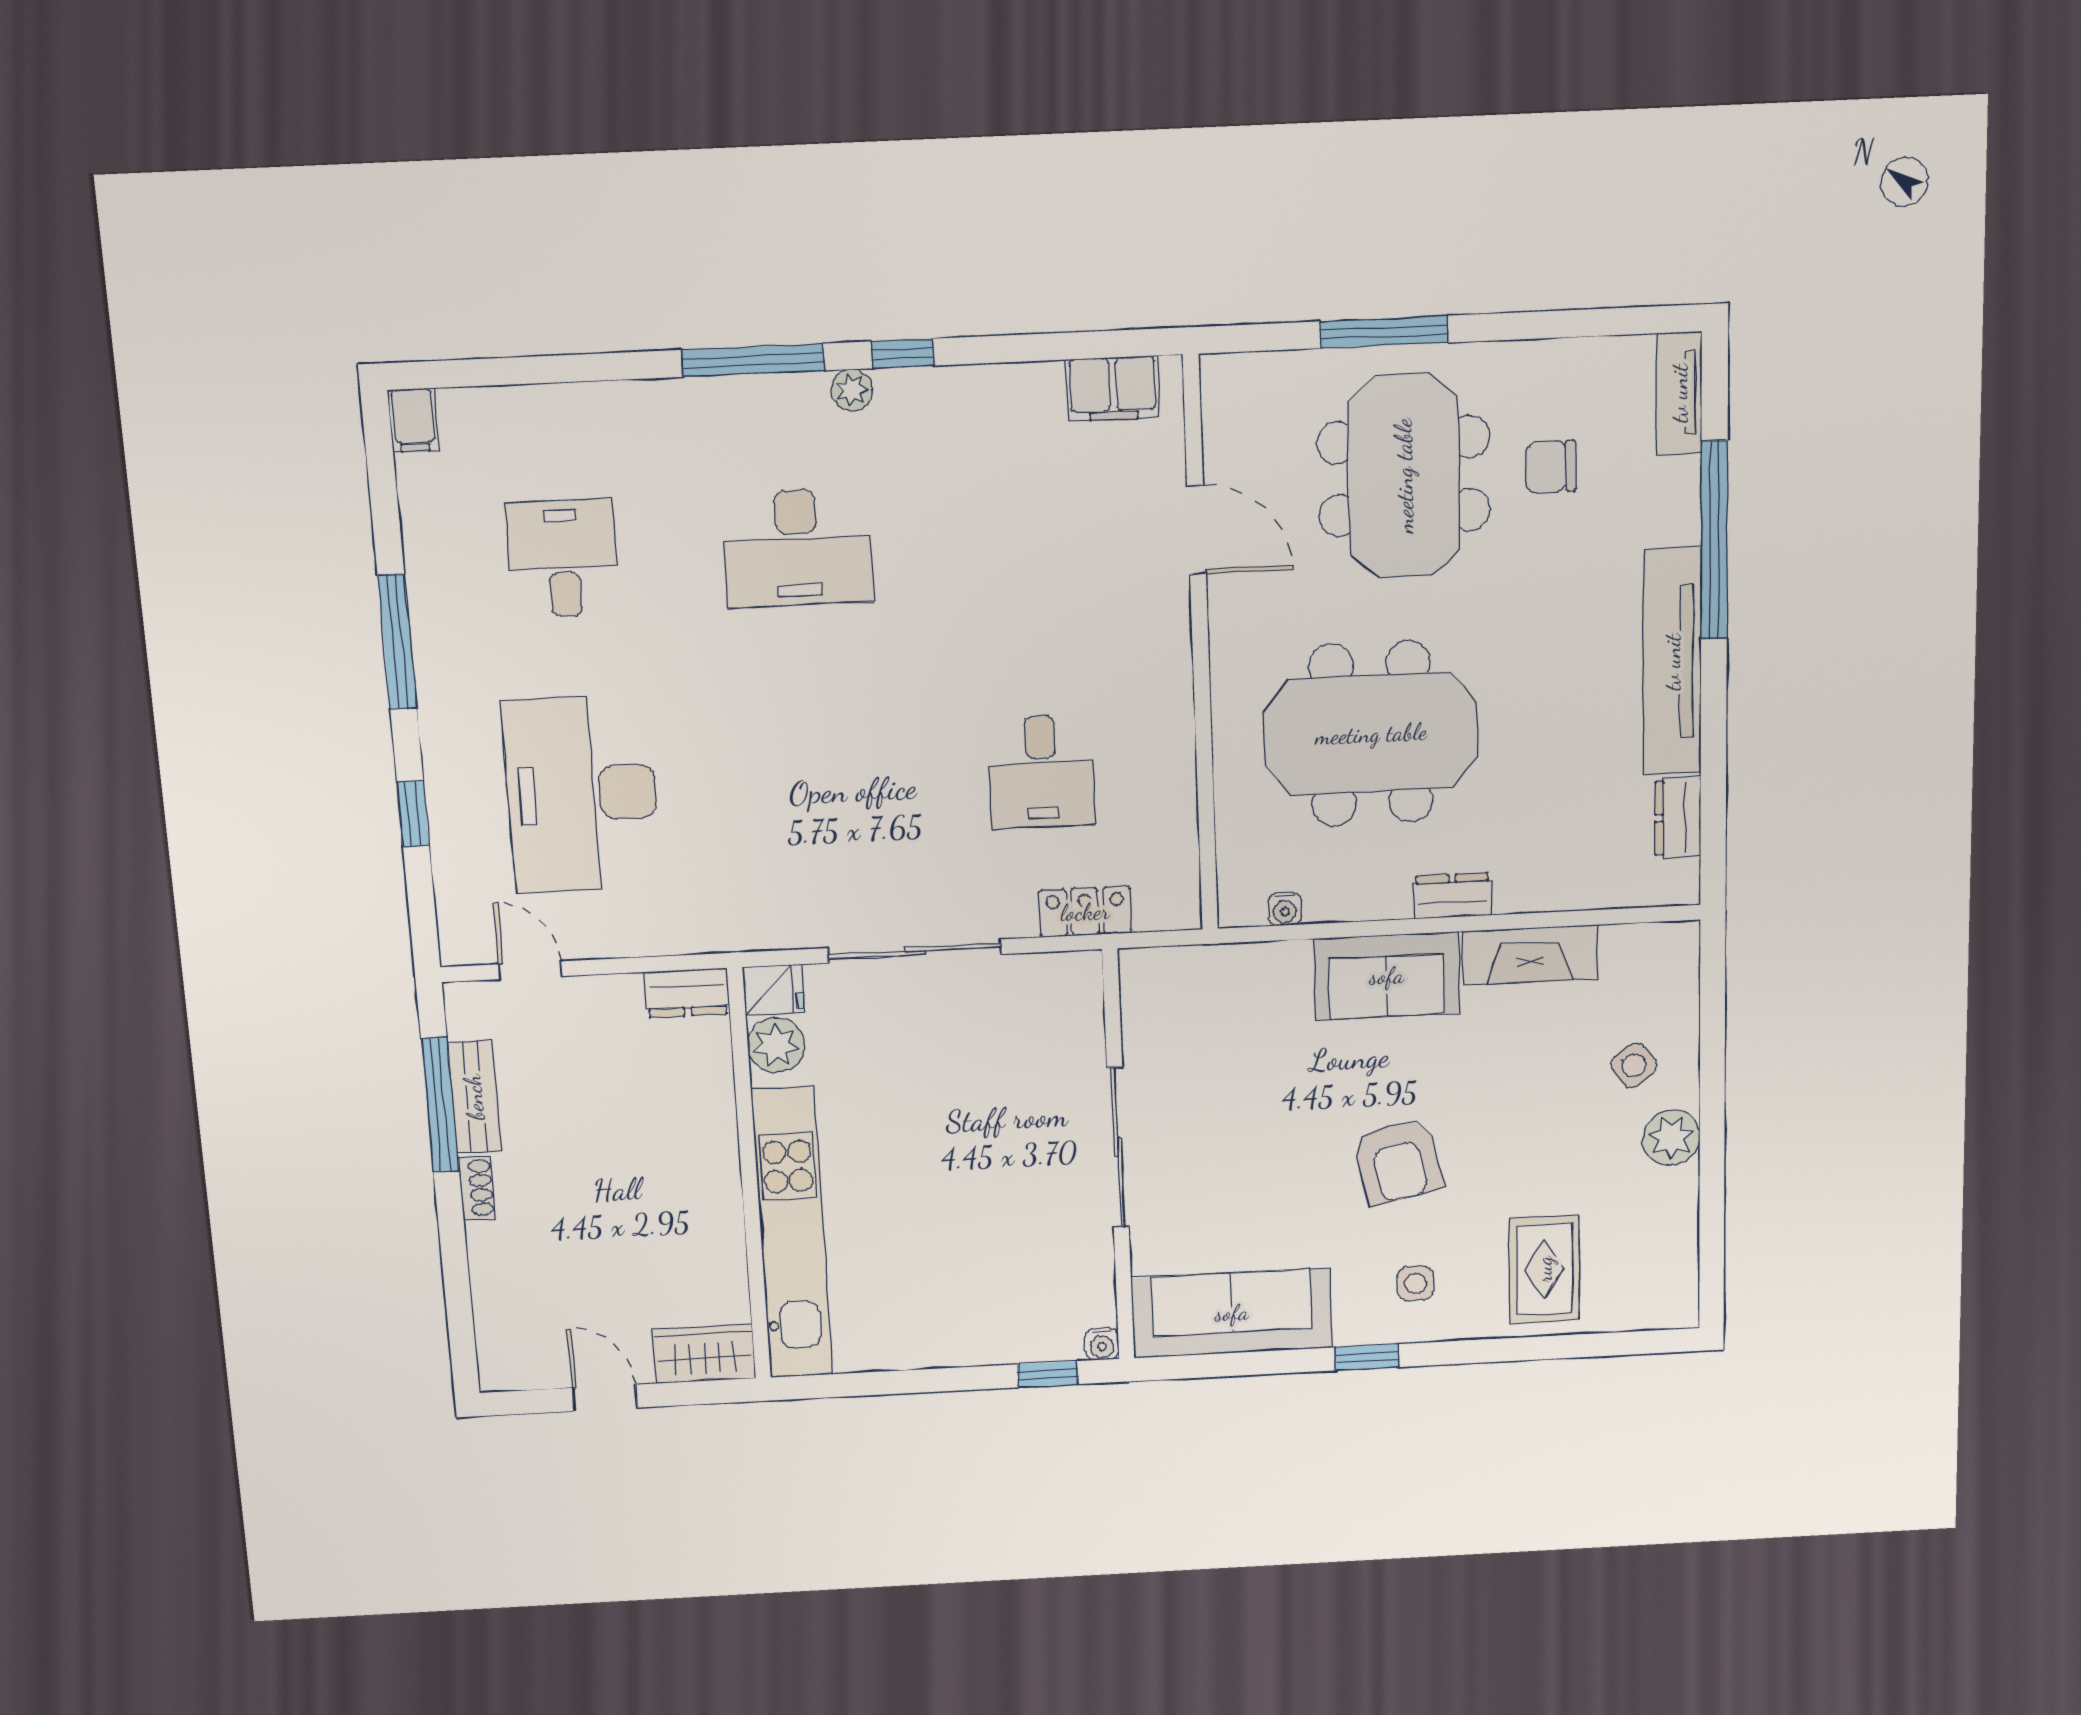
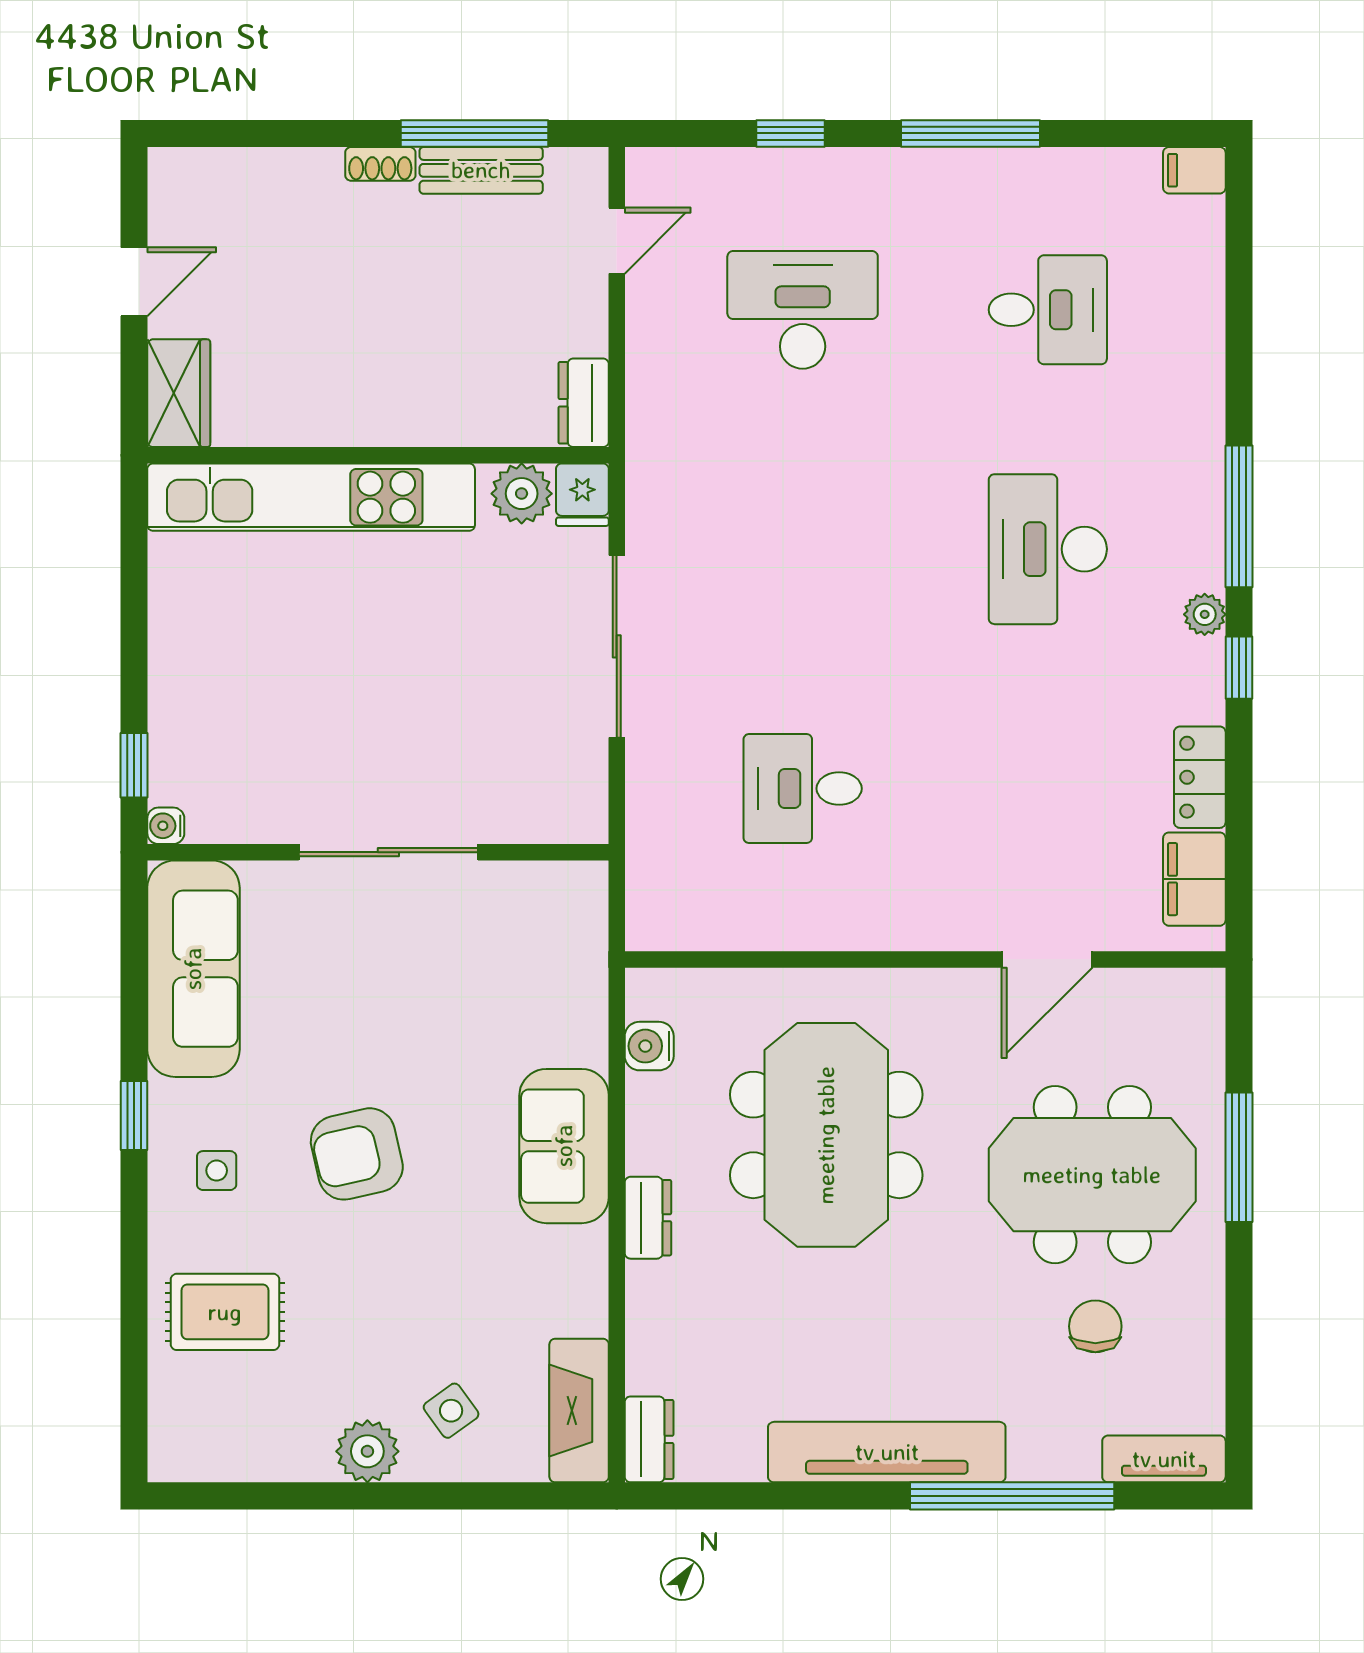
desk: (582, 794) -> (803, 310), width x0.73, depth x0.77
dresser: (1678, 817) -> (649, 1439), moved, turned 90
water cooler: (1285, 909) -> (649, 1046), width x1.38, depth x1.38
locker: (1085, 912) -> (1200, 777), moved, turned 180
fireplace: (1530, 955) -> (579, 1411), moved

